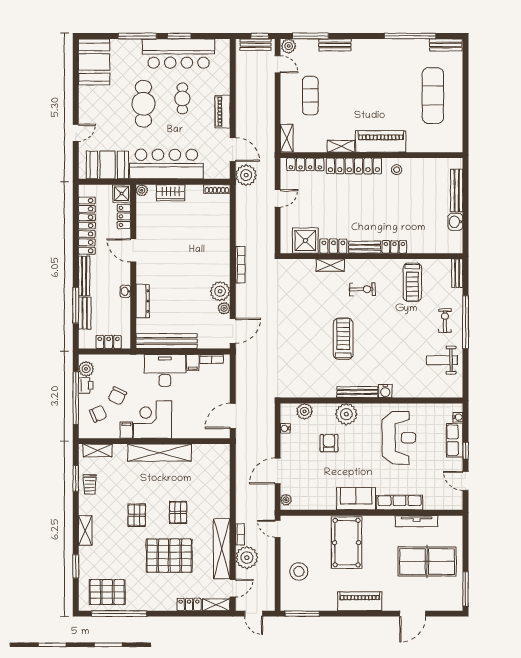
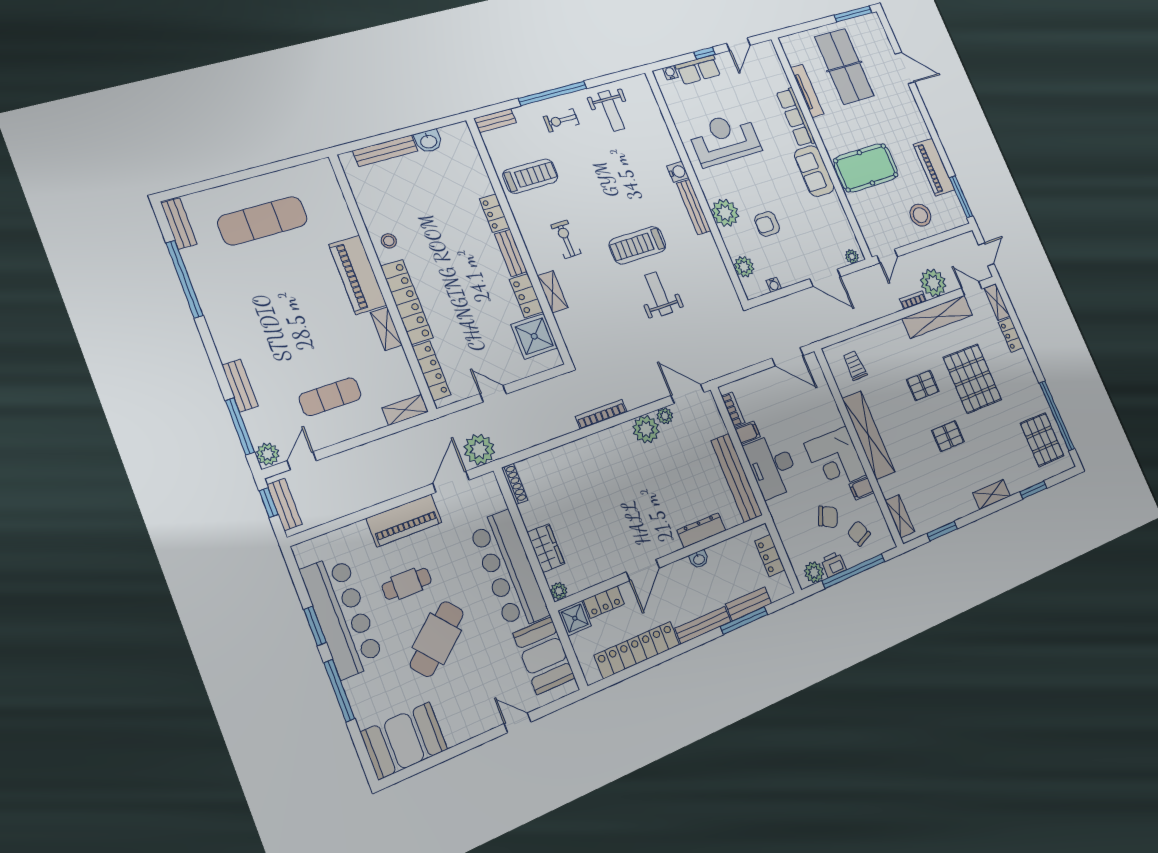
cafe table: (143, 104) -> (437, 639), turned -40
piano: (223, 112) -> (404, 520), width x1.37, depth x1.33
weight bench: (306, 340) -> (659, 294), added
trolley: (90, 484) -> (855, 366), moved, turned -92
piano: (360, 601) -> (934, 167), moved

